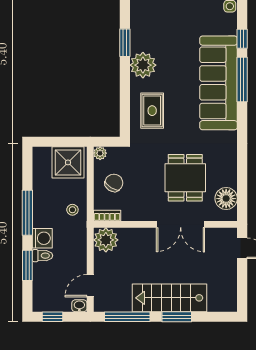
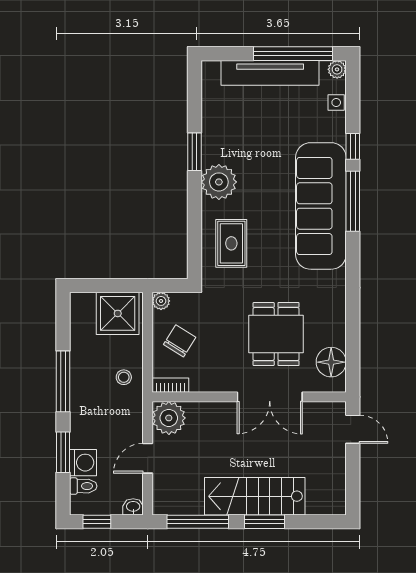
washing machine: (42, 238) -> (83, 463), moved
toilet: (42, 256) -> (83, 486), moved
door: (90, 286) -> (148, 458), moved

